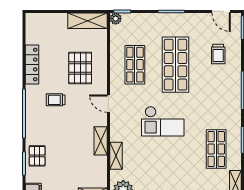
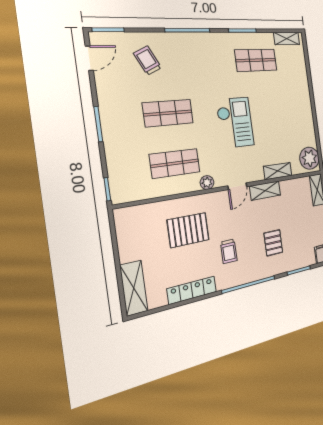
plant: (116, 19) -> (207, 183), moved
shelving: (87, 21) -> (134, 288), moved
trolley: (218, 54) -> (148, 61), turned -116
shop shelf: (176, 65) -> (168, 113), width x0.70, depth x0.74
door: (108, 104) -> (237, 186), moved
pallet: (37, 156) -> (273, 243), moved, turned 90

